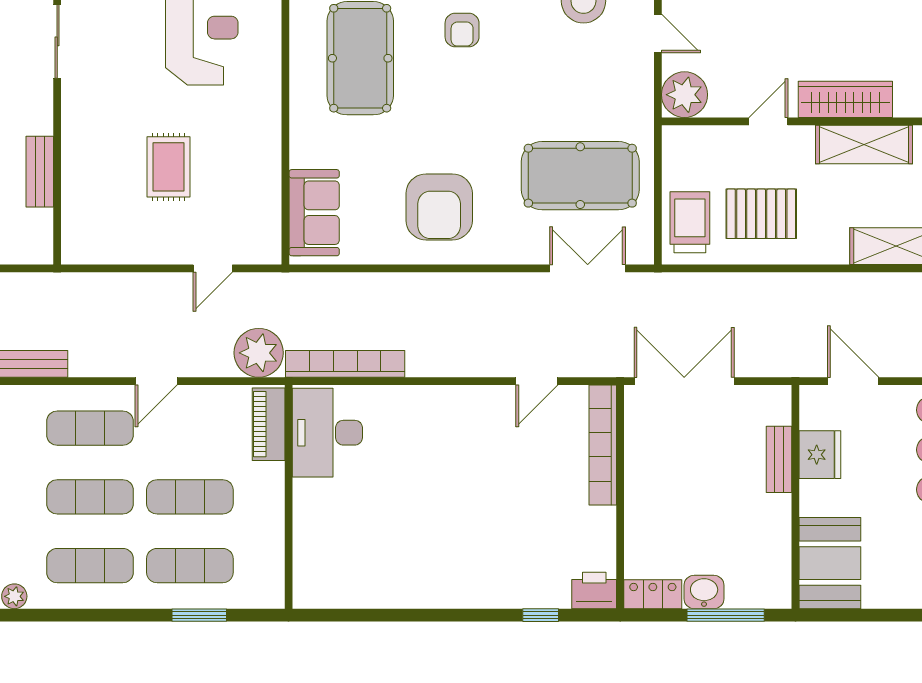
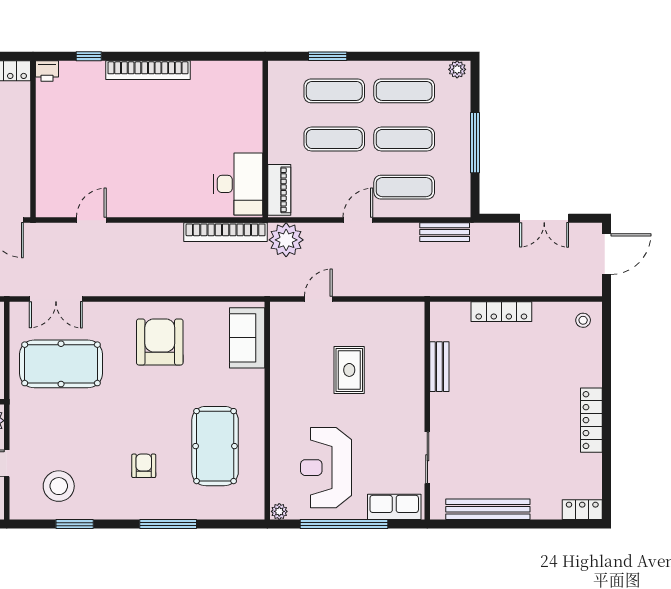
bookcase: (603, 445) -> (148, 70), moved, turned 90
printer: (594, 590) -> (47, 71), width x0.73, depth x0.81

